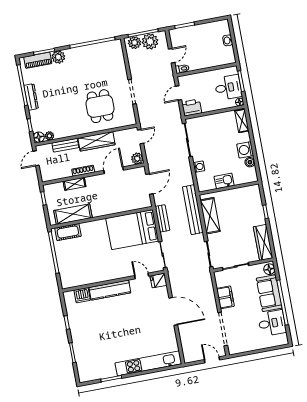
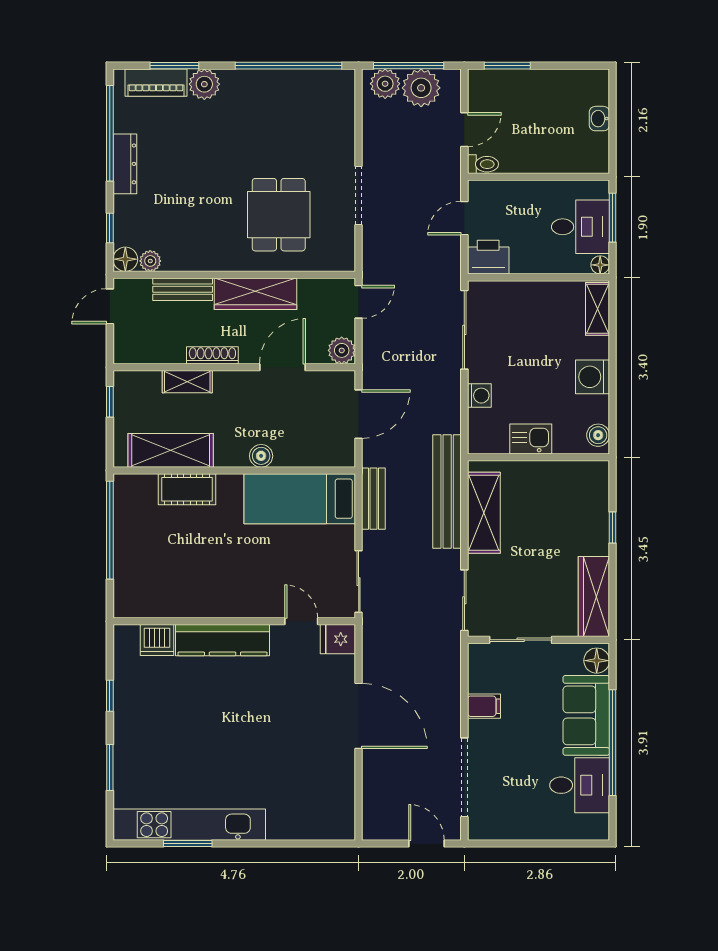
boiler: (250, 162) -> (598, 435), moved
boiler: (112, 209) -> (261, 456), added
bed: (132, 230) -> (300, 499), width x0.67
cot: (68, 232) -> (187, 489), moved
filing cabinet: (225, 297) -> (484, 706), width x0.50
kitchen unit: (148, 363) -> (189, 825), moved

